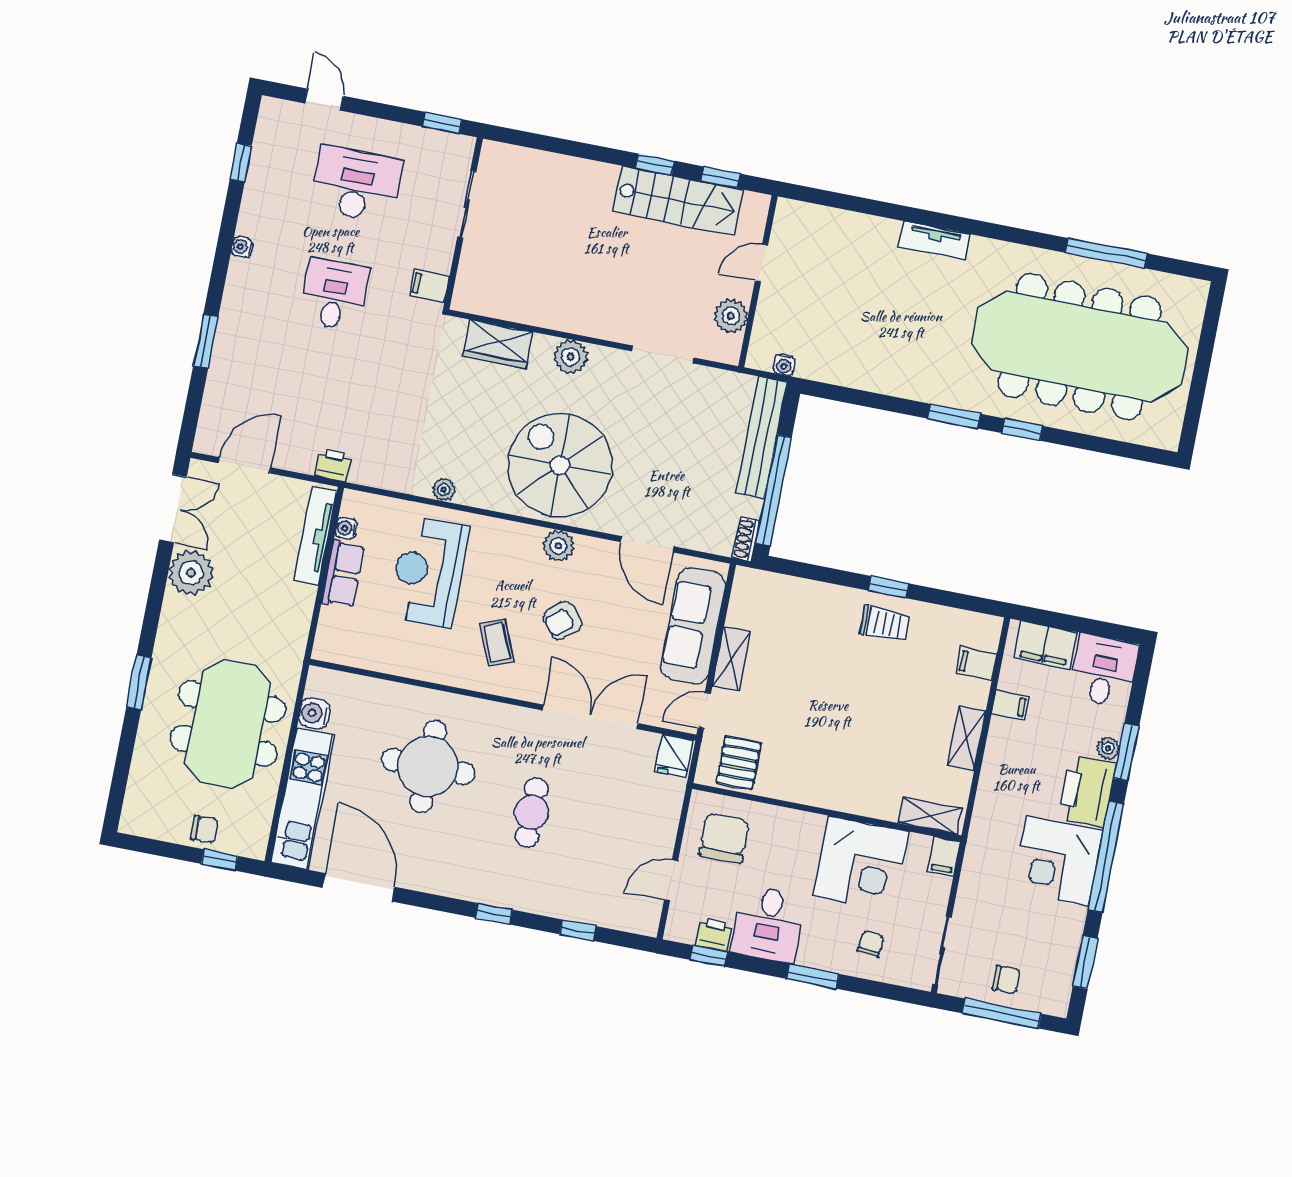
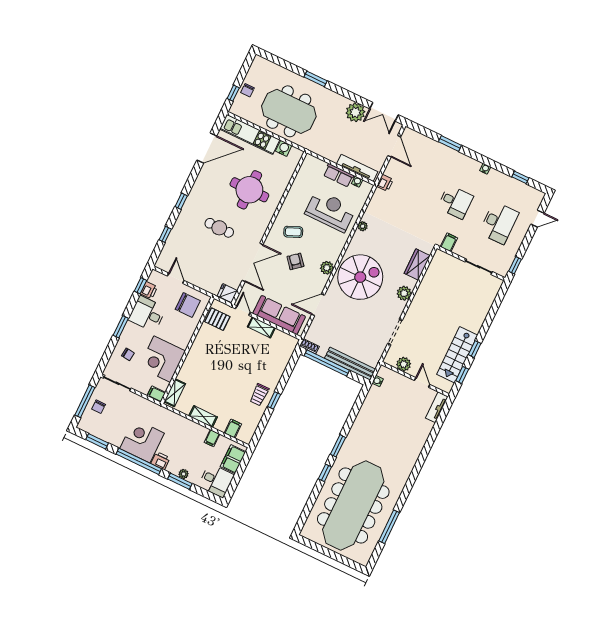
tv unit: (934, 240) -> (437, 407), moved
printer: (1087, 791) -> (160, 461), width x0.53, depth x0.68

